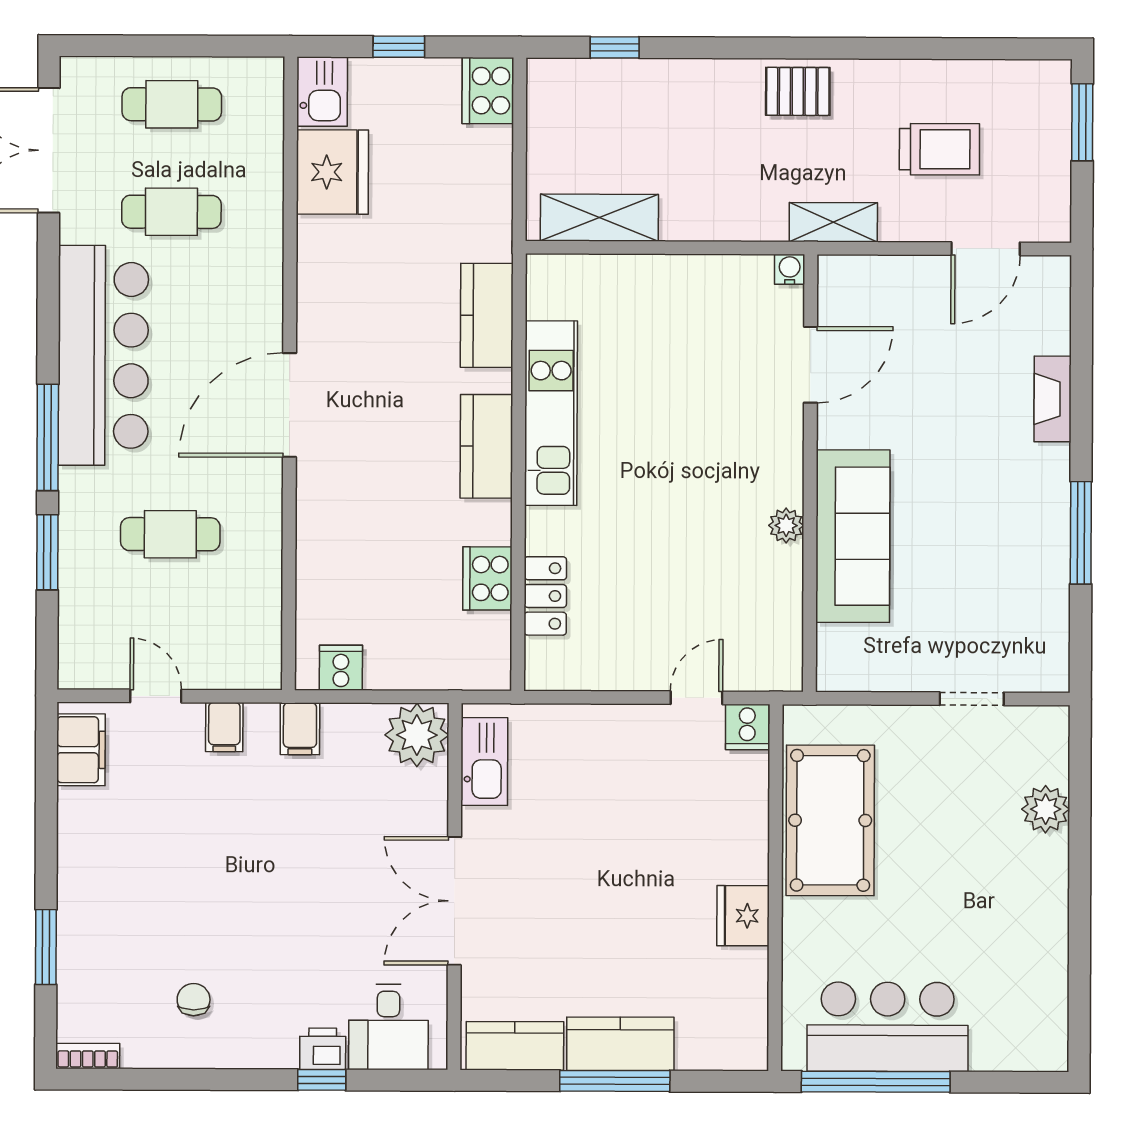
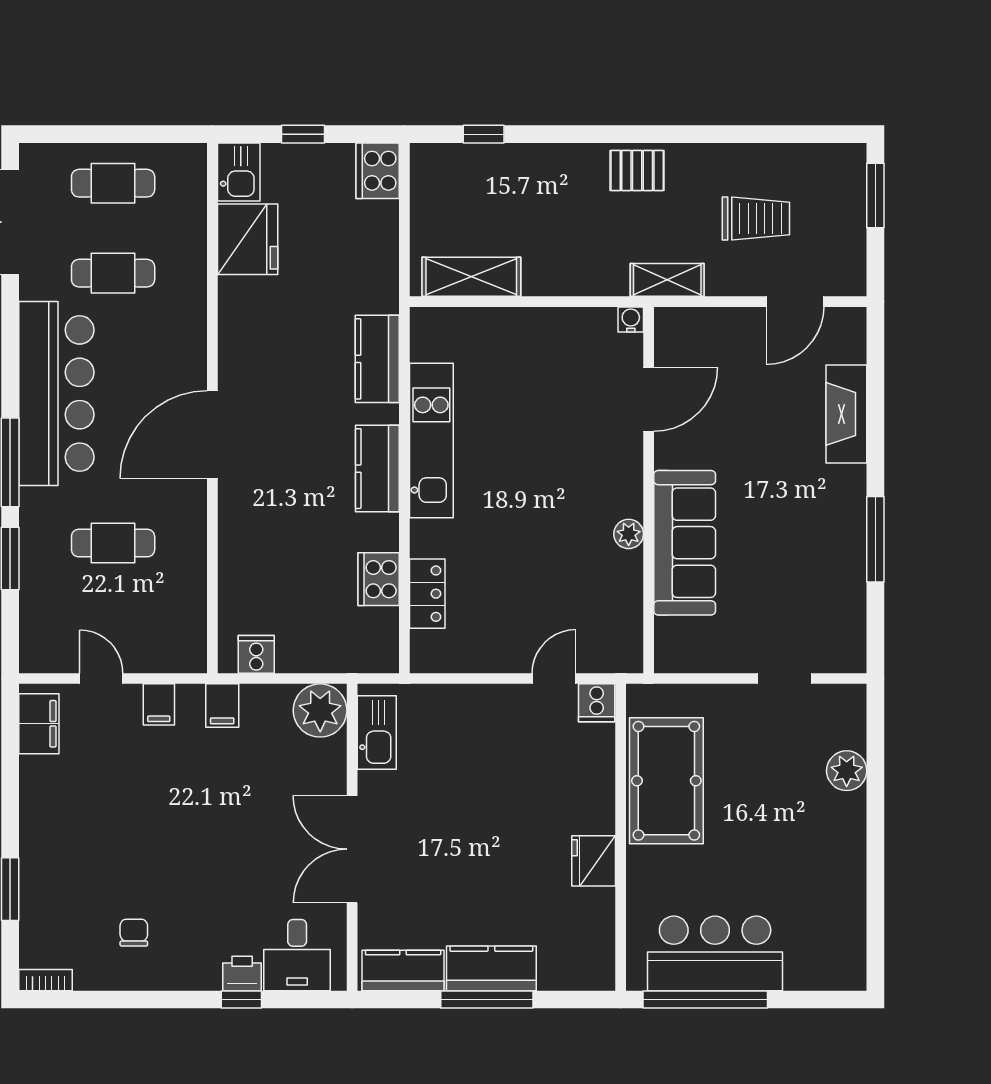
fireplace: (1053, 399) -> (846, 414), width x1.37, depth x1.32

